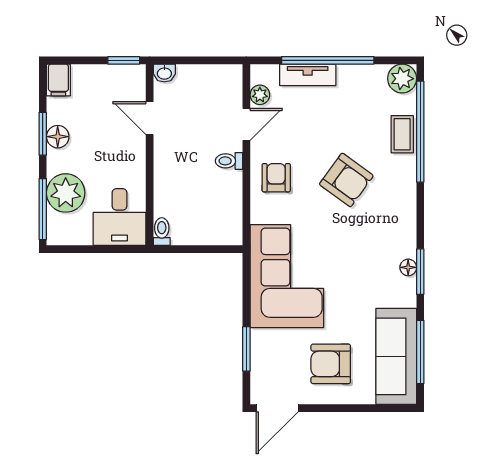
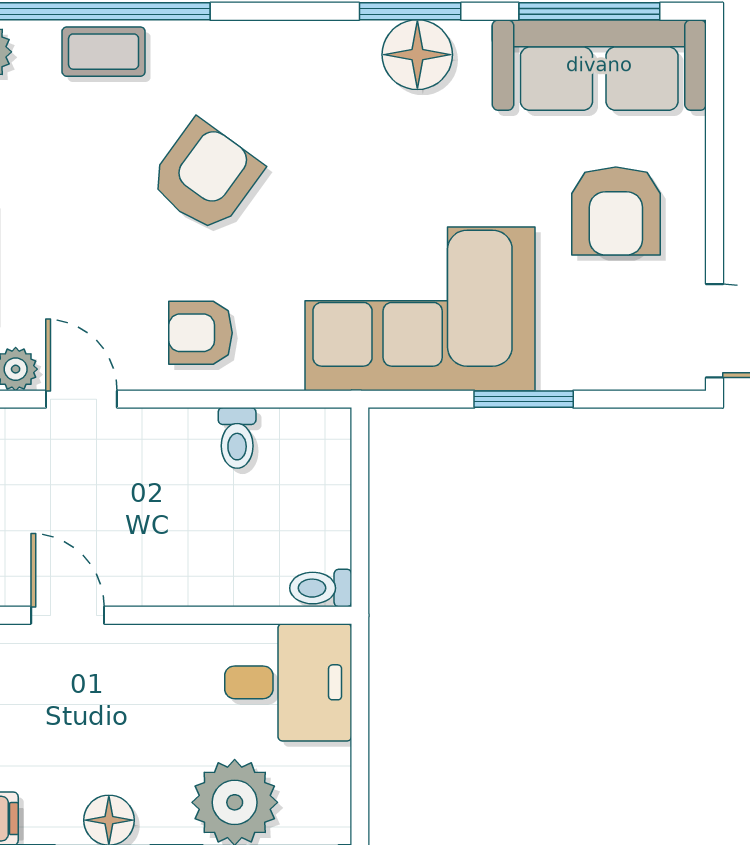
door: (150, 118) -> (68, 615), swing flipped
toilet: (229, 161) -> (237, 438), moved
floor lamp: (408, 267) -> (417, 55), width x1.89, depth x1.89
window: (246, 349) -> (524, 399), moved

